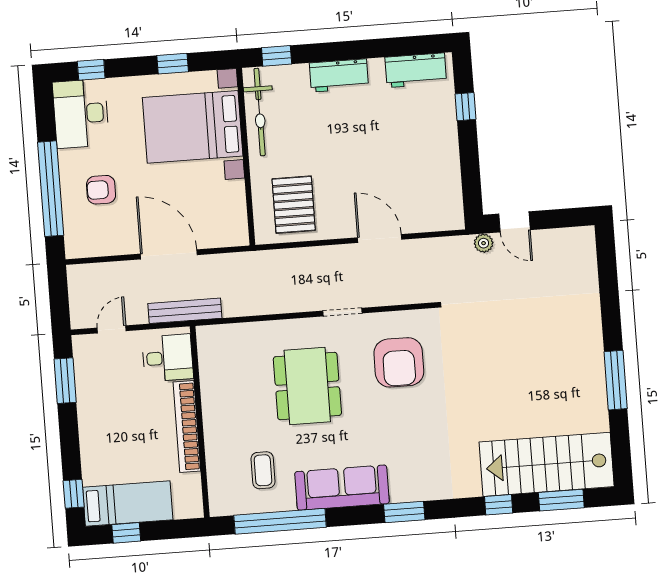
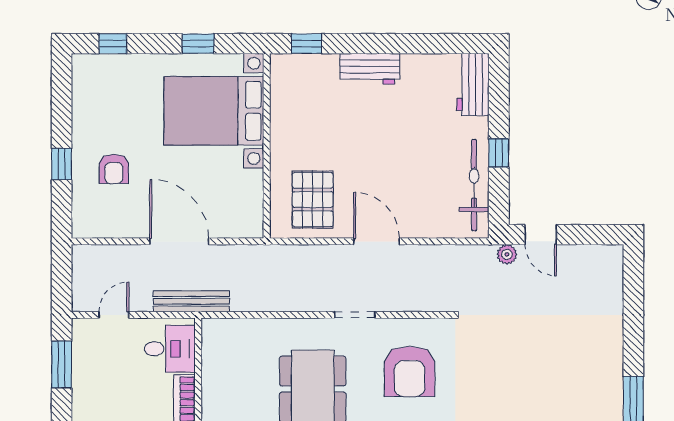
workbench: (416, 70) -> (473, 84), moved, turned 90
window: (465, 107) -> (499, 153), moved
bicycle: (260, 112) -> (474, 185), moved, turned 180
desk: (81, 114) -> (99, 88), removed
window: (51, 189) -> (62, 164), width x0.32
armchair: (101, 190) -> (114, 169), turned -90
door: (380, 239) -> (376, 241), moved

